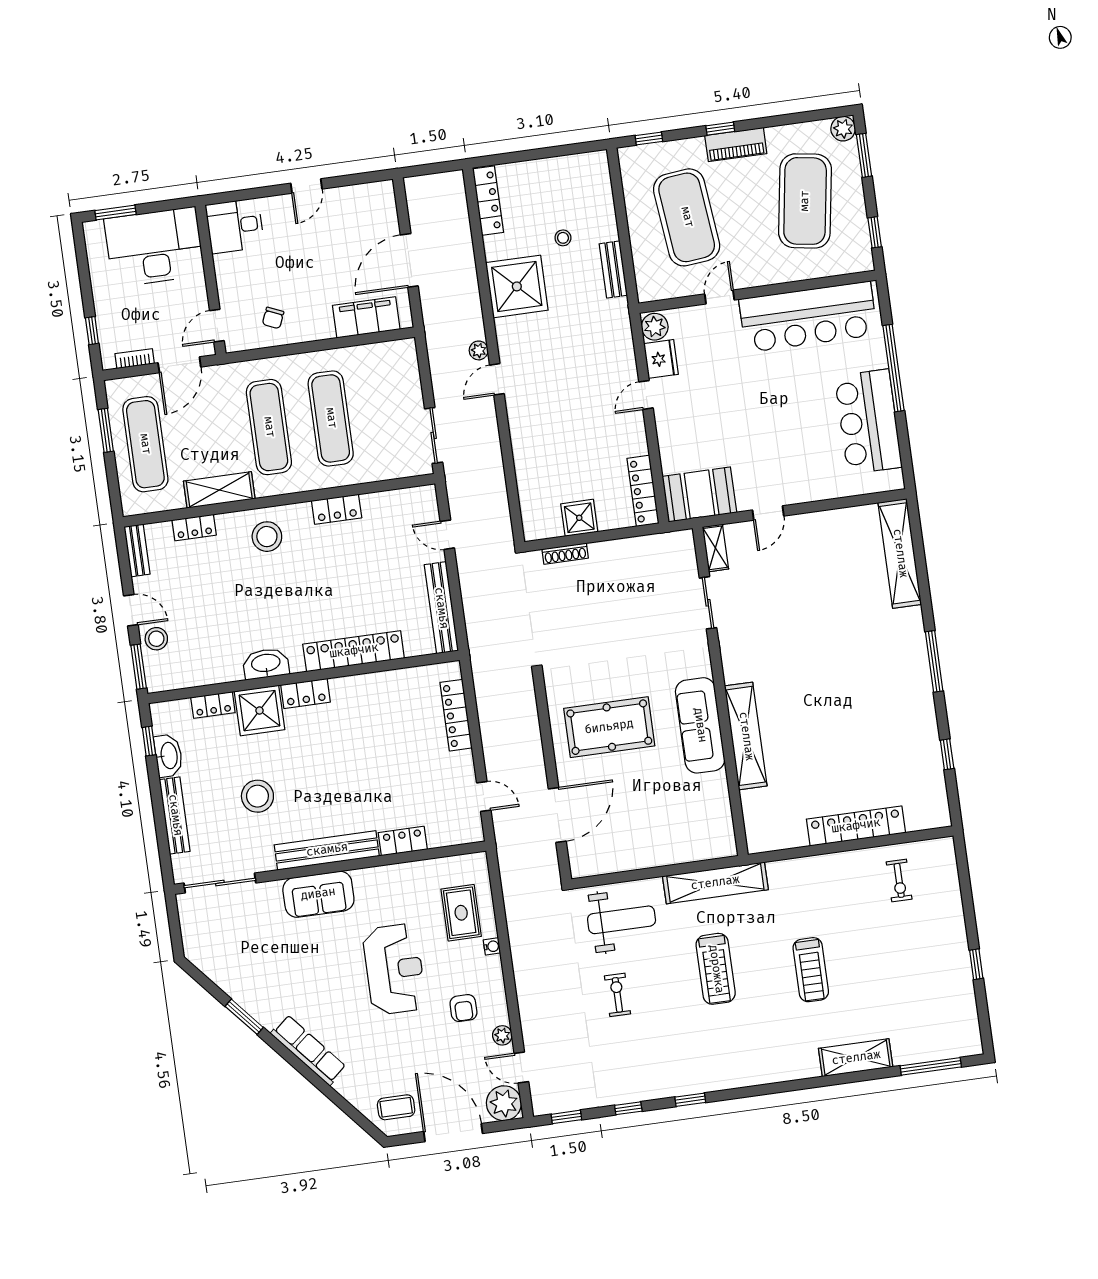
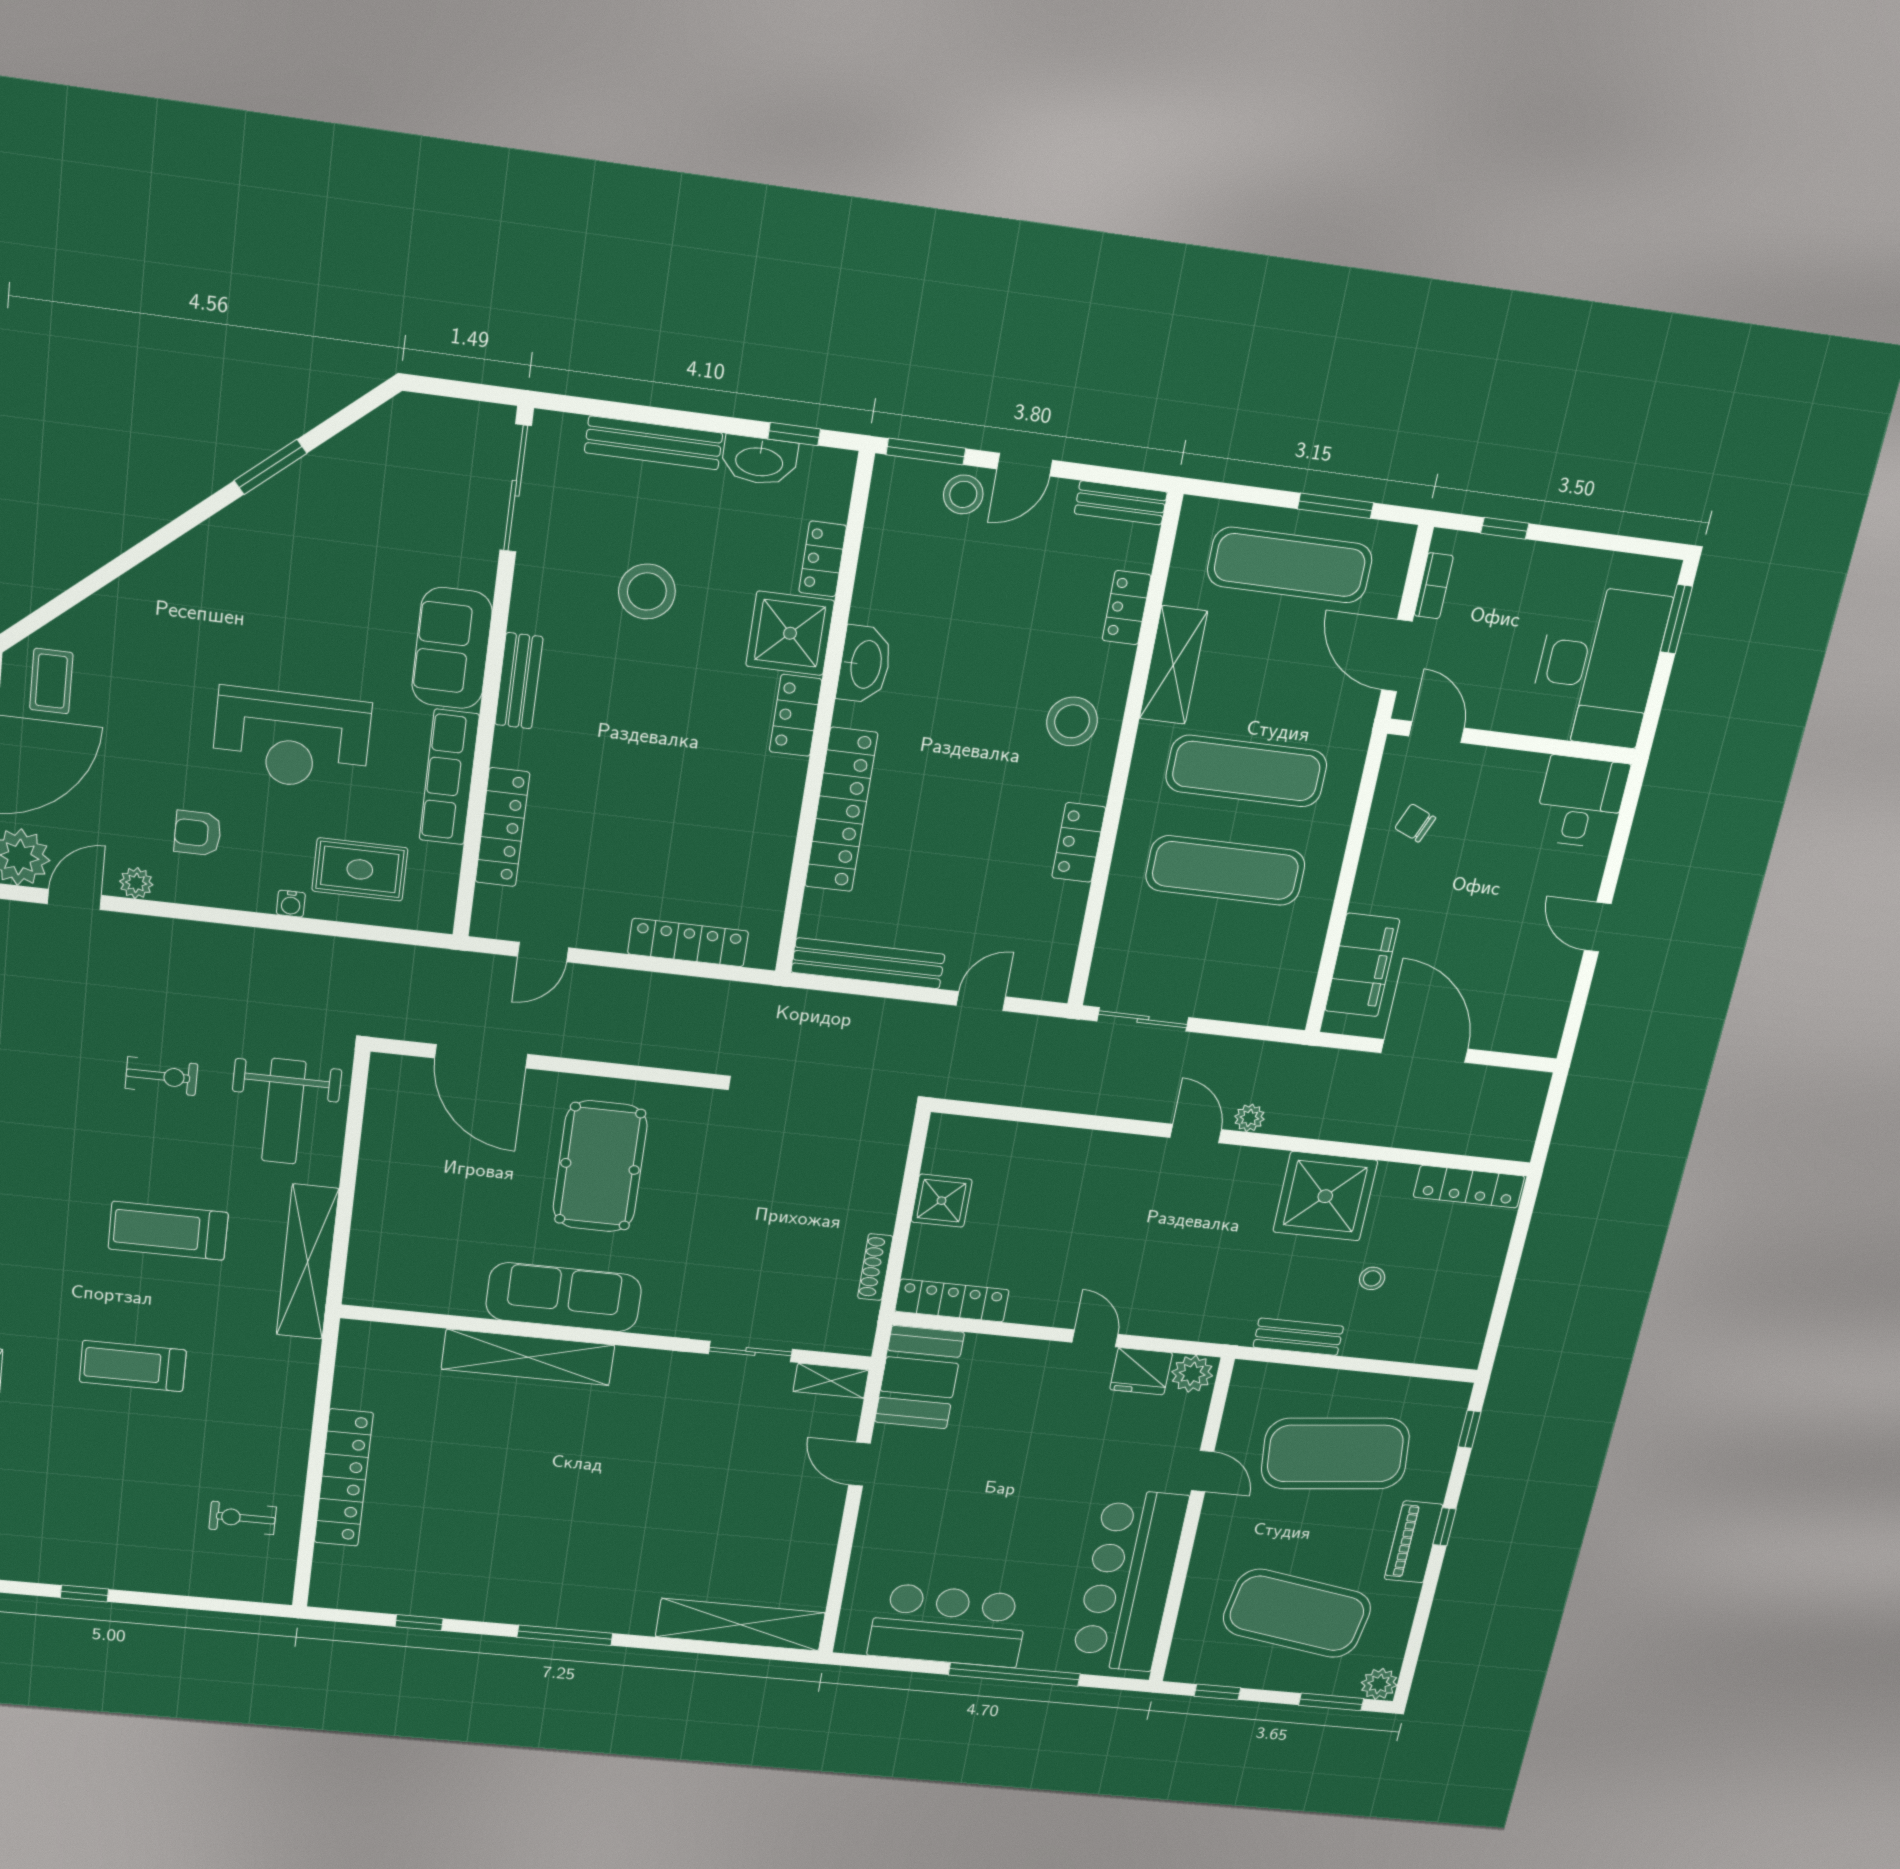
shoe rack: (565, 554) -> (875, 1267), moved
locker: (403, 841) -> (502, 827), width x1.53
bench: (327, 850) -> (519, 681), width x0.54, depth x0.82
row of seats: (308, 1050) -> (449, 777), moved, turned 131

